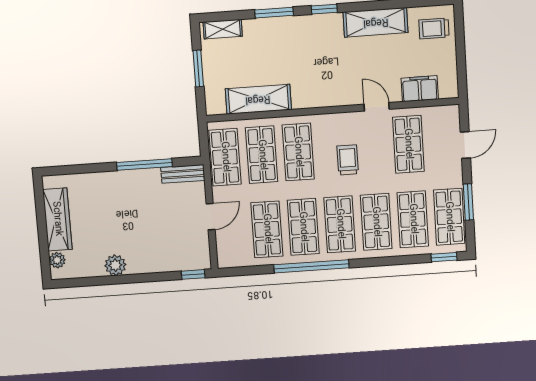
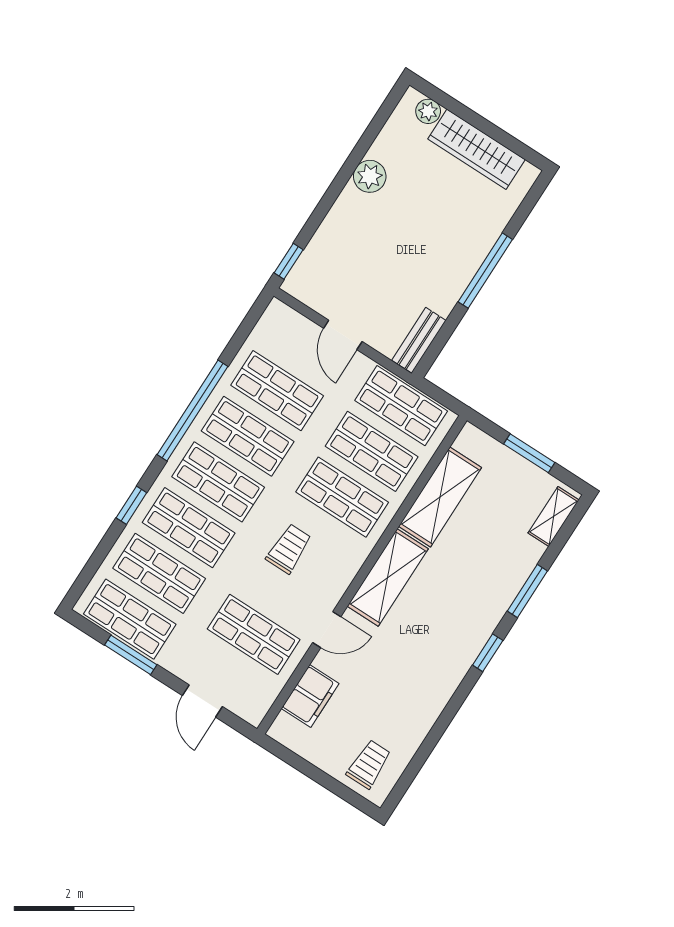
shelving: (376, 22) -> (388, 577), moved
trolley: (348, 160) -> (289, 549), turned -90
window: (144, 165) -> (485, 271), moved
window: (444, 257) -> (131, 505), moved

